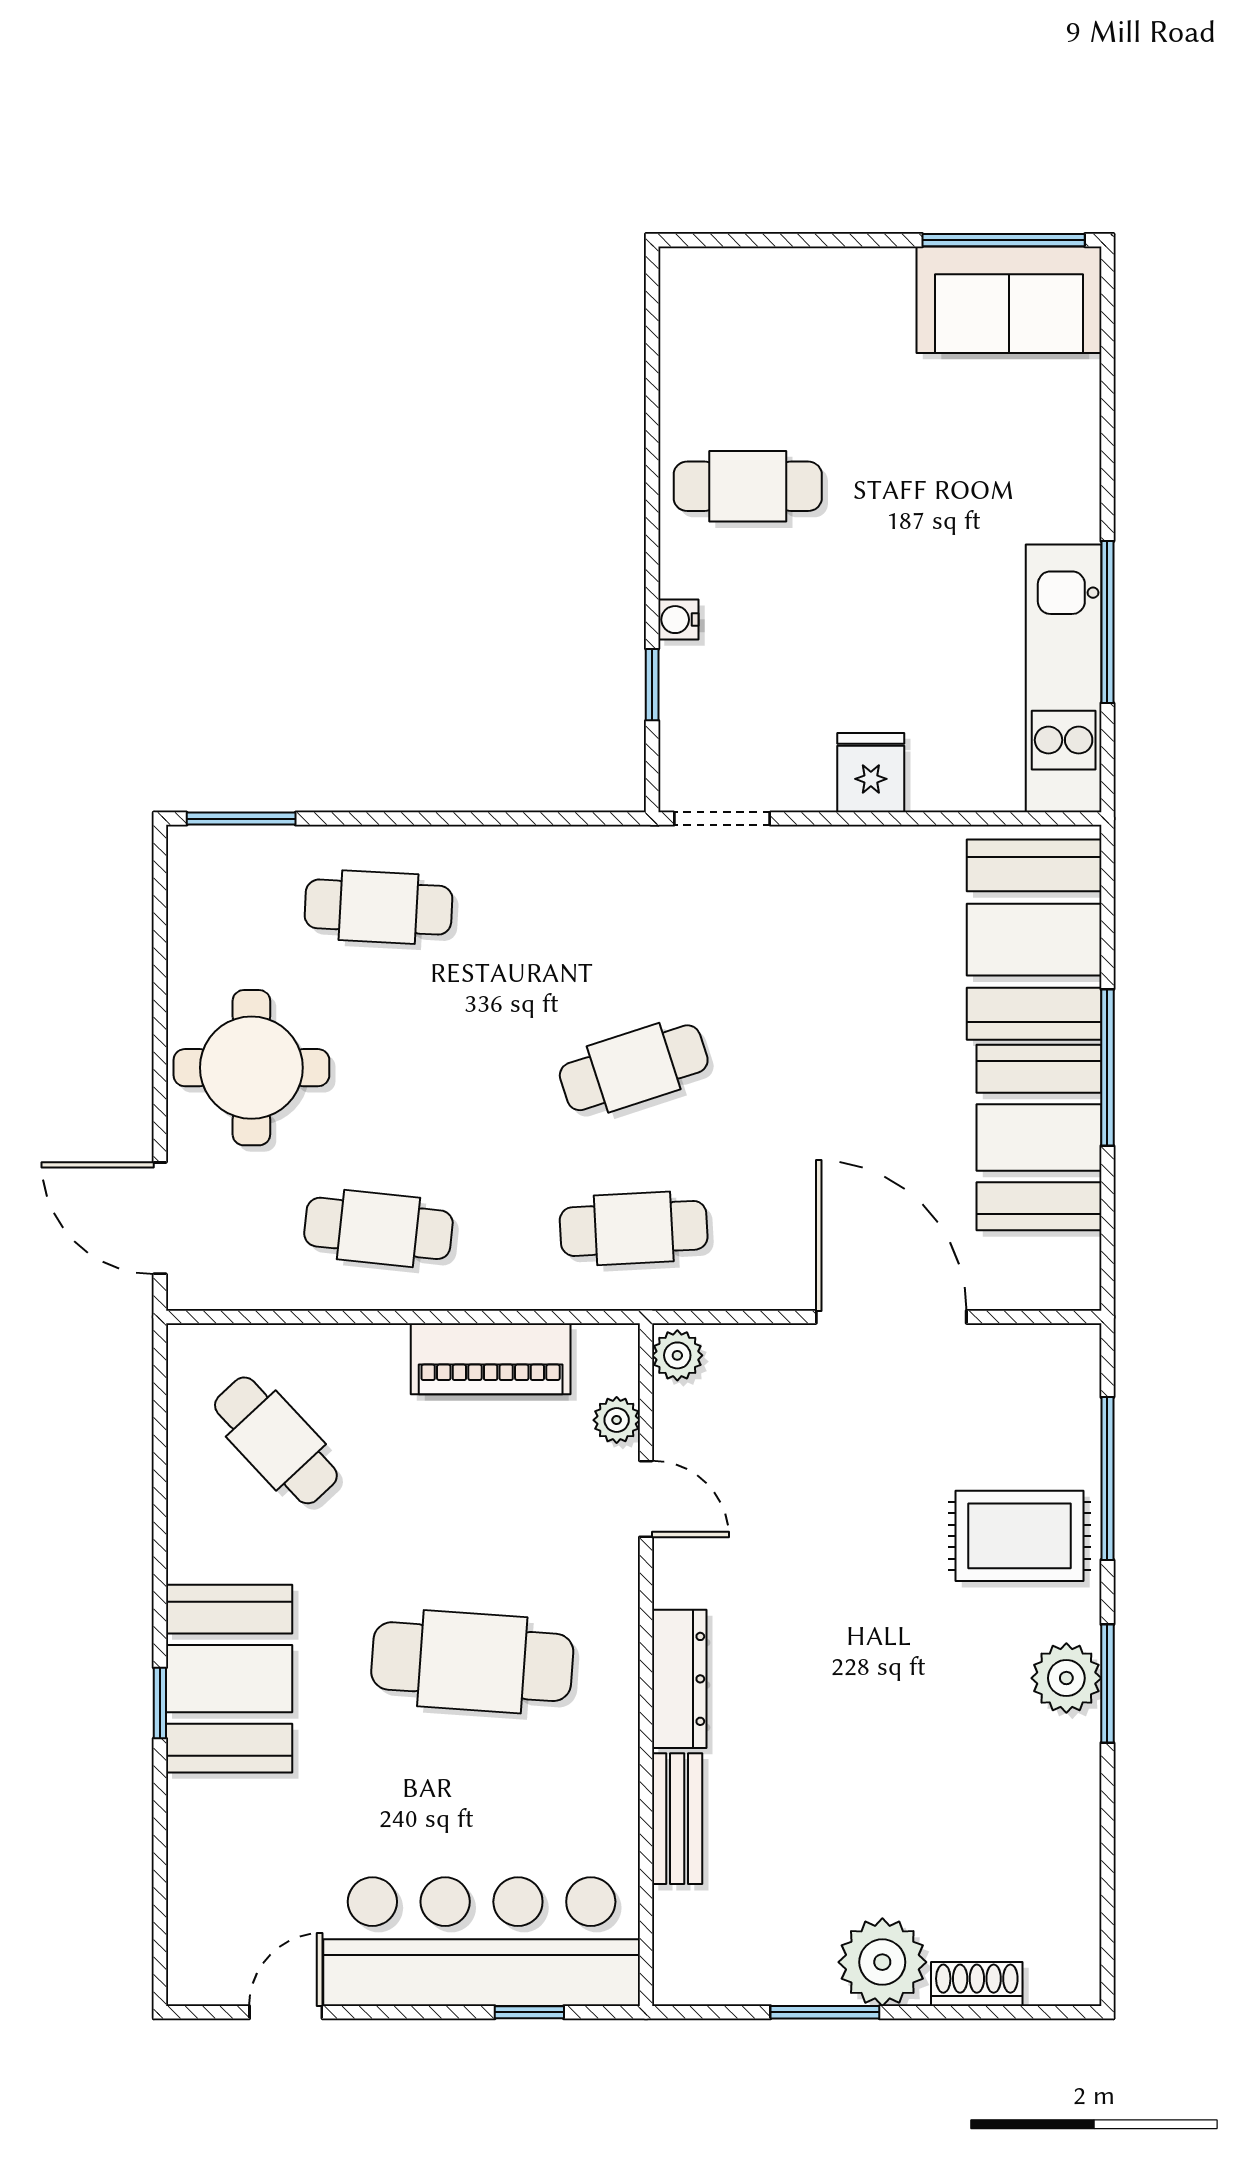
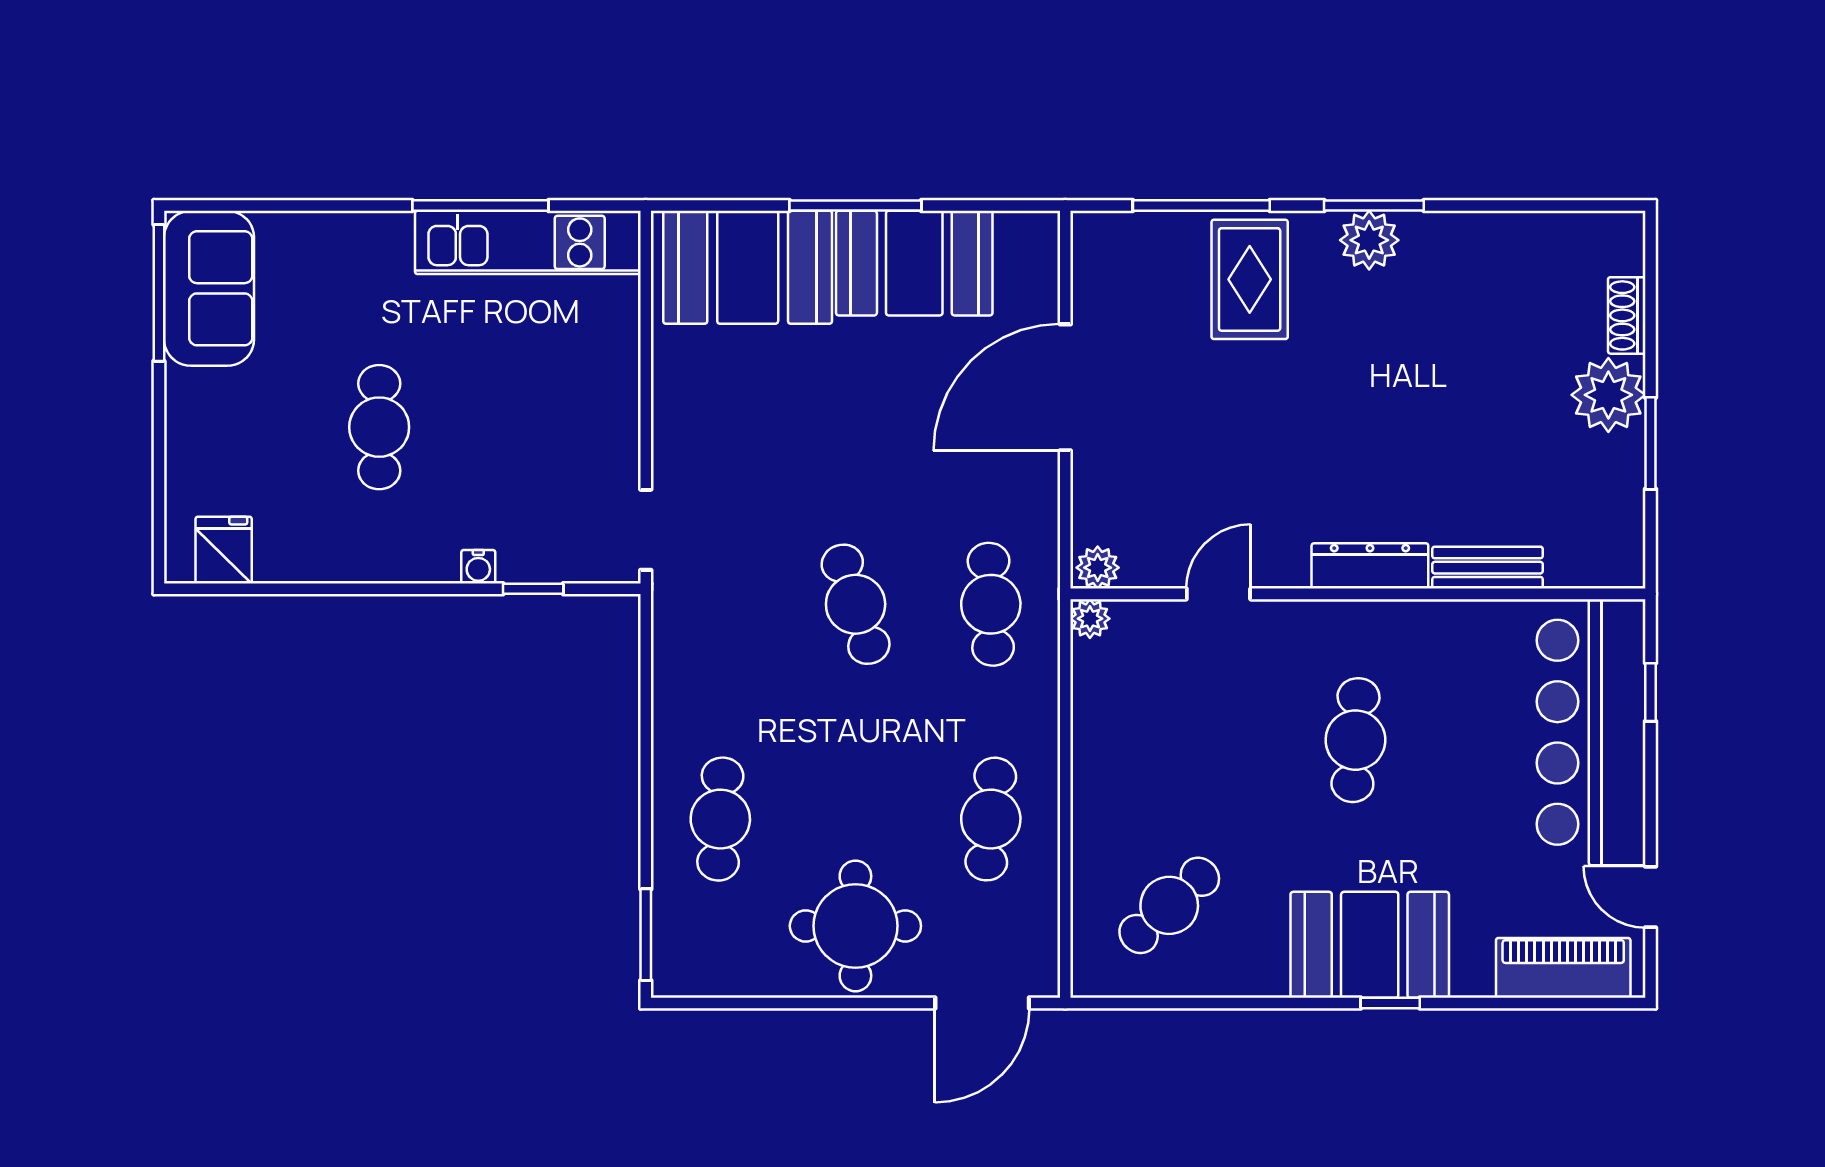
cafe table: (748, 486) -> (379, 427), moved
fridge: (871, 773) -> (224, 550), moved, turned 90
piano: (491, 1359) -> (1563, 968), moved, turned -90
plant: (617, 1420) -> (1090, 619), moved
cafe table: (472, 1662) -> (1355, 740), width x0.73, depth x0.74

